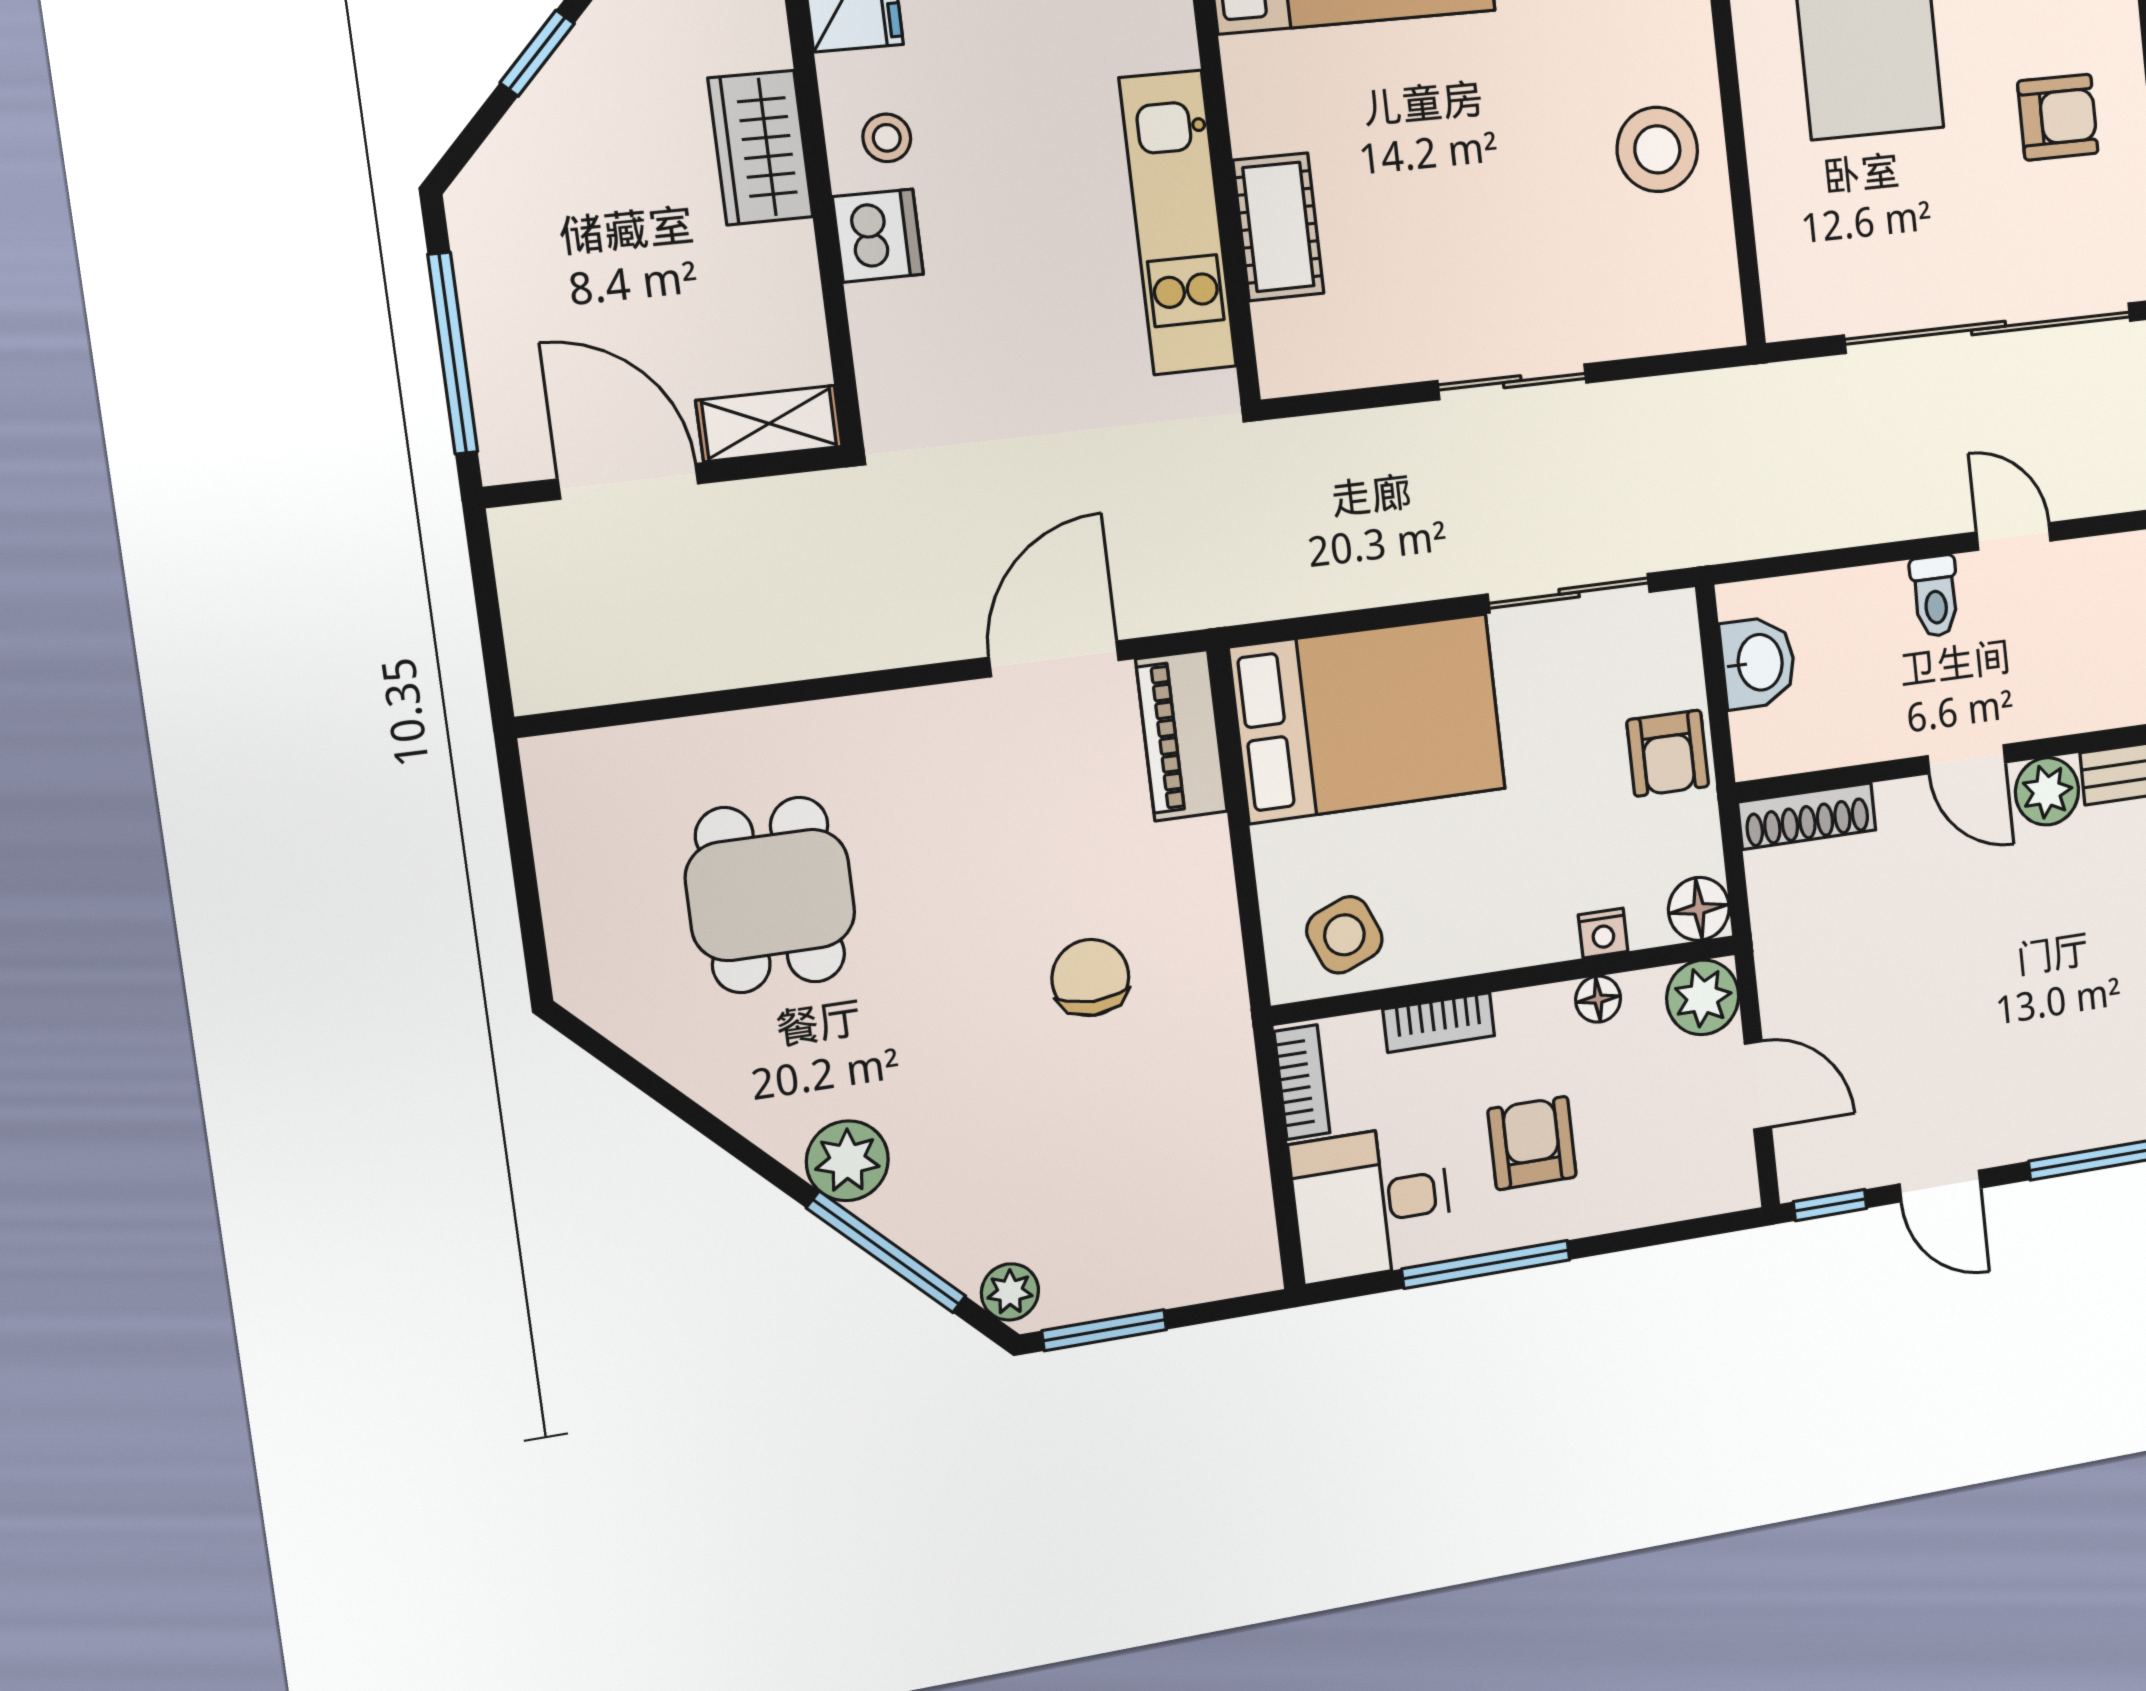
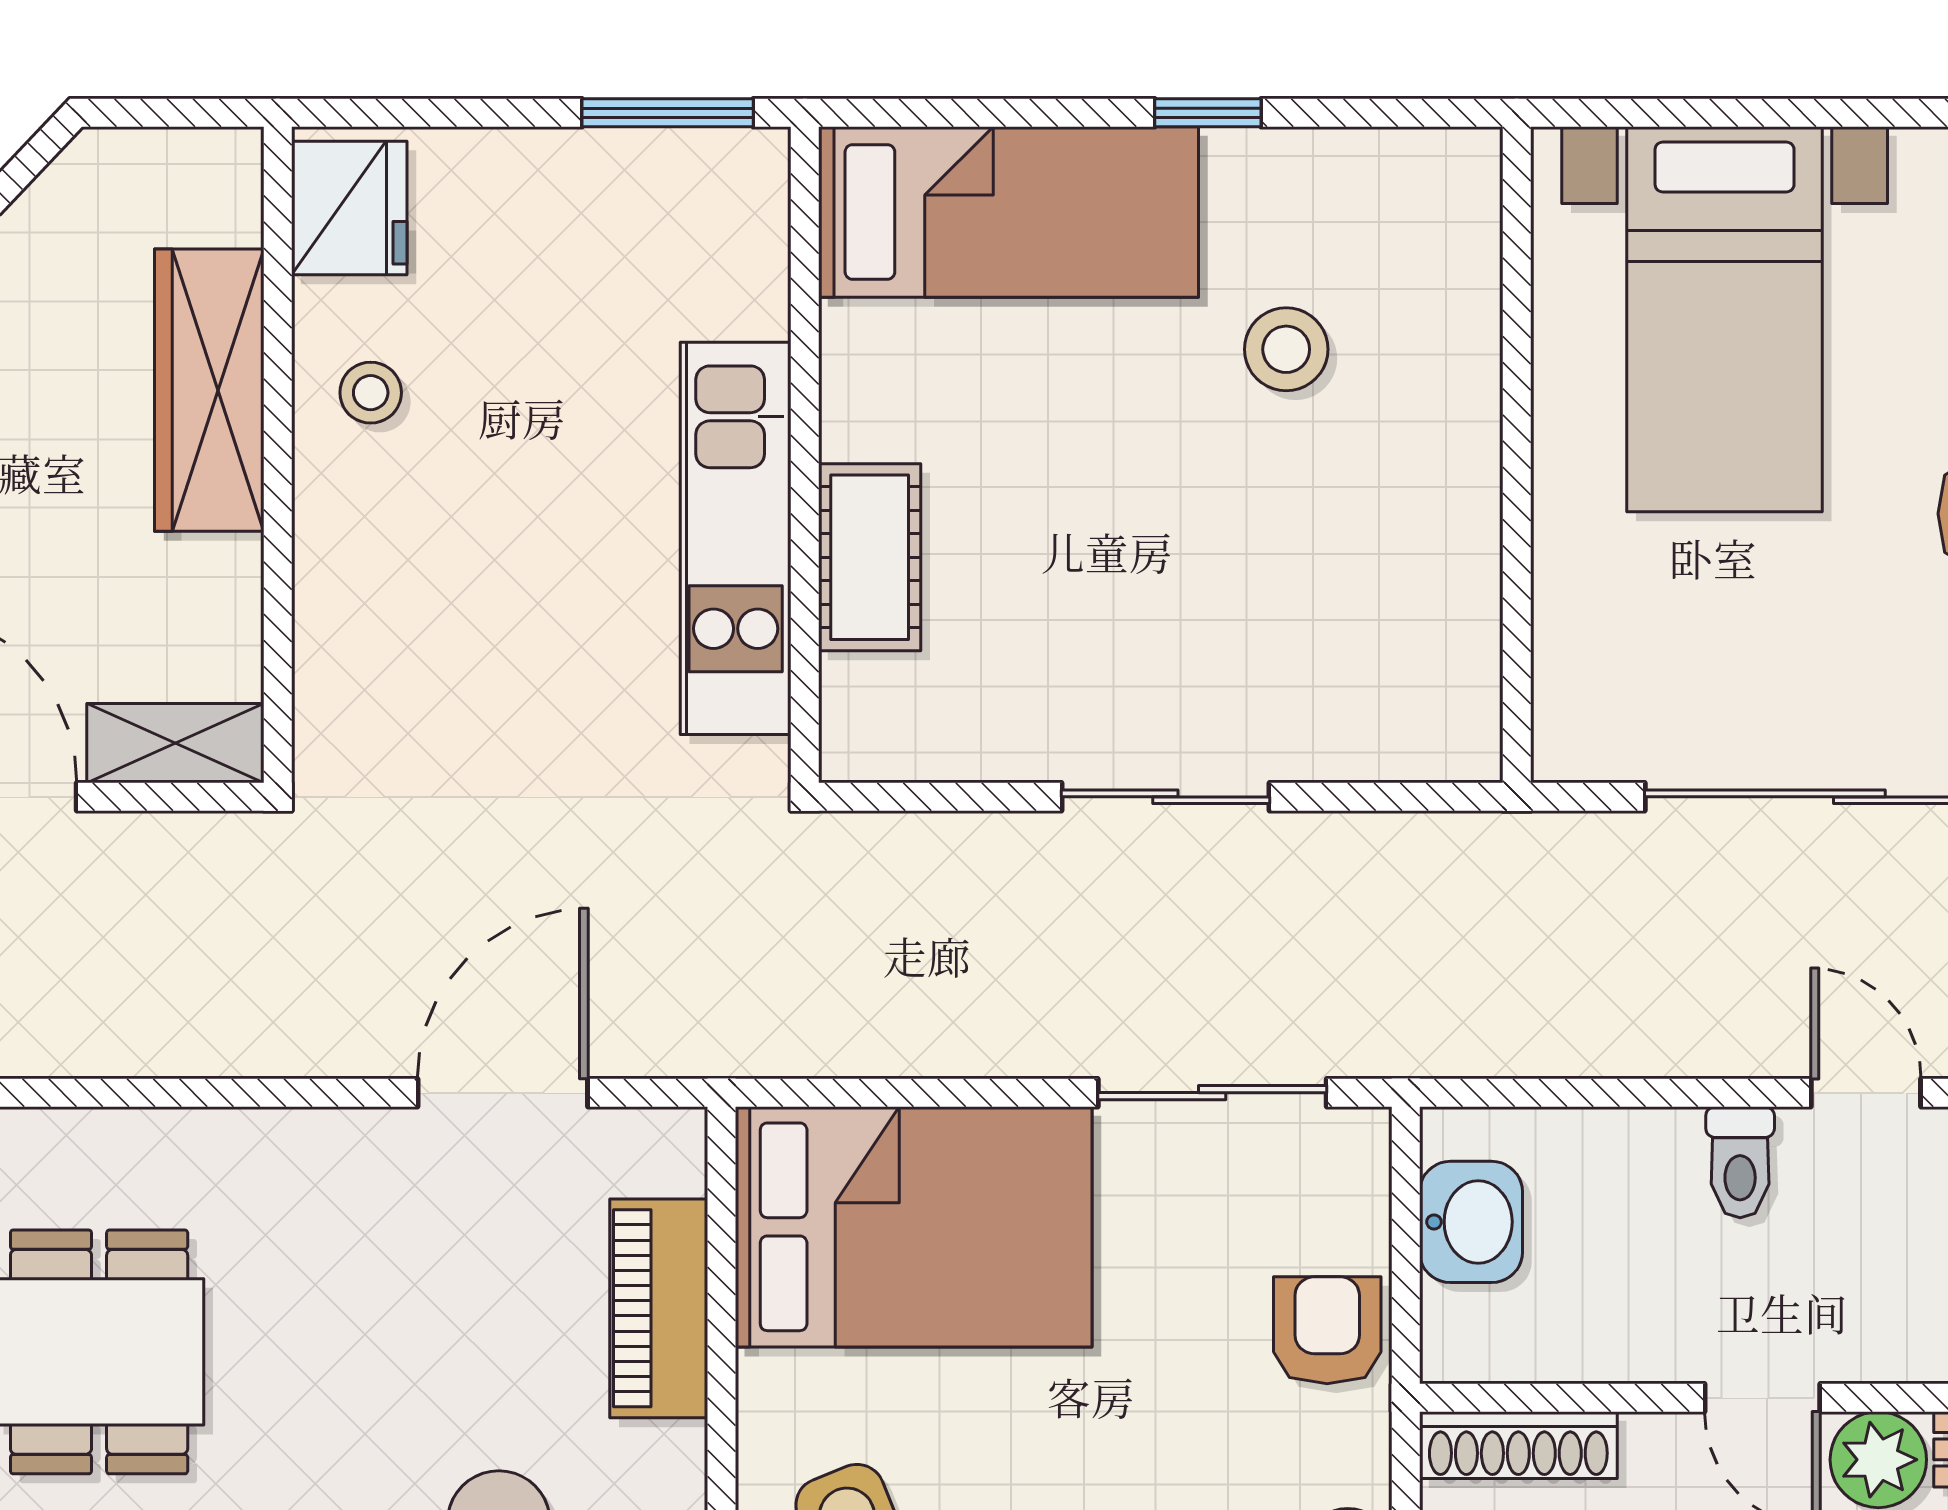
wardrobe: (760, 148) -> (209, 390), width x1.50
stool: (1657, 149) -> (1286, 349), moved, width x0.73, depth x0.73
dishwasher: (878, 236) -> (344, 517), removed
piano: (1181, 735) -> (659, 1308), moved
armchair: (1668, 753) -> (1327, 1330), turned 180

